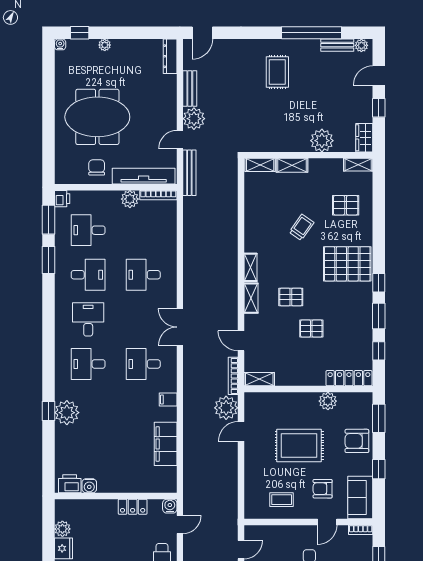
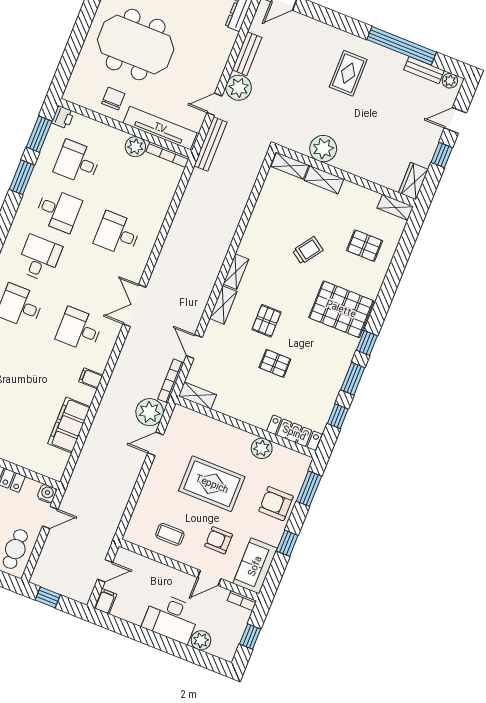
plant: (322, 141) -> (323, 149), moved
pallet: (291, 297) -> (266, 321), turned 90

